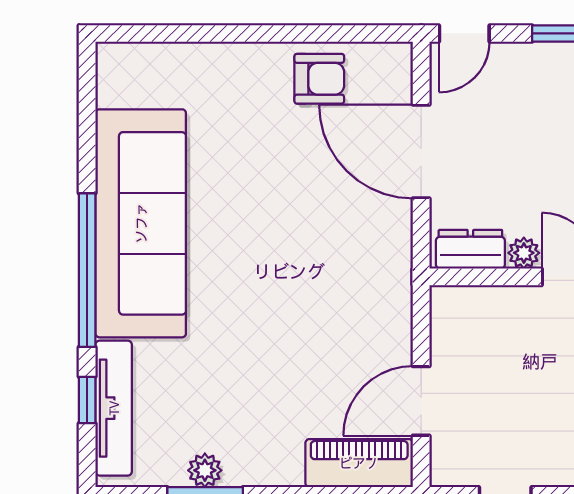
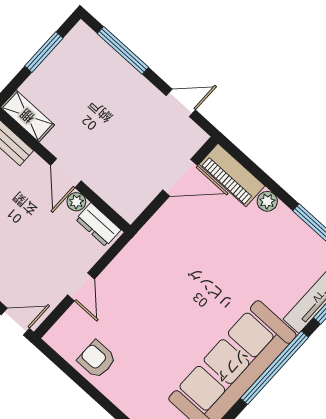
door: (421, 152) -> (81, 287), width x0.53
plant: (205, 470) -> (267, 201), moved

